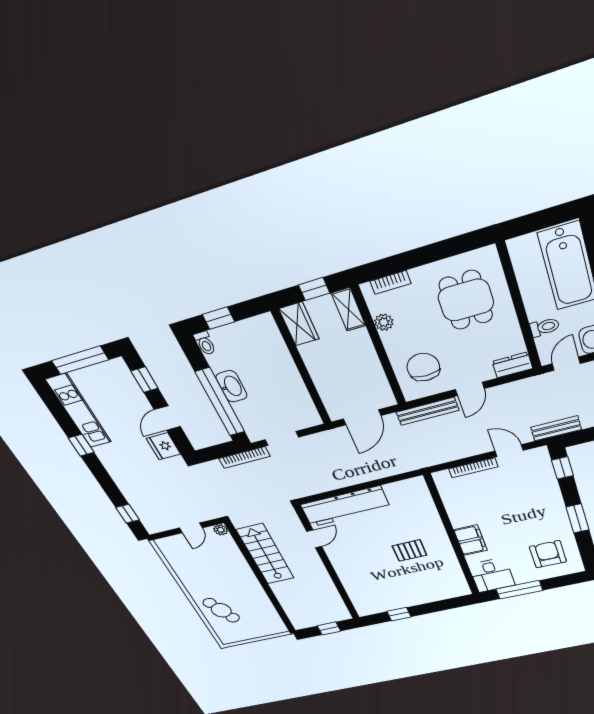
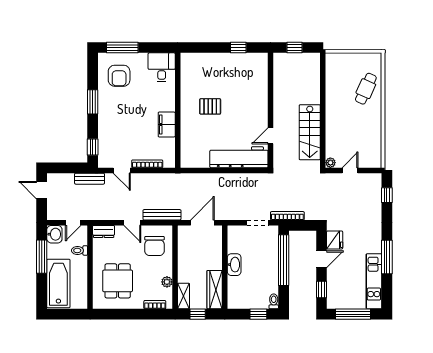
wardrobe: (299, 324) -> (215, 290), width x1.50
washbasin: (231, 386) -> (234, 265), moved, turned 180
door: (470, 389) -> (132, 223), swing flipped
window: (81, 445) -> (387, 257), width x2.17
filing cabinet: (471, 540) -> (167, 125), moved
window: (519, 590) -> (122, 47), moved
cafe table: (221, 610) -> (366, 89), turned 51

